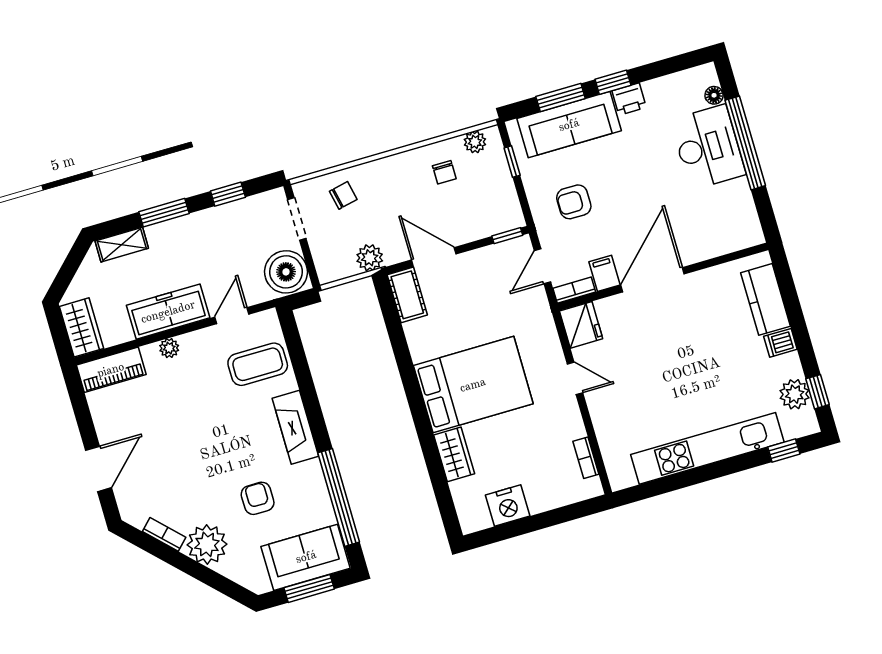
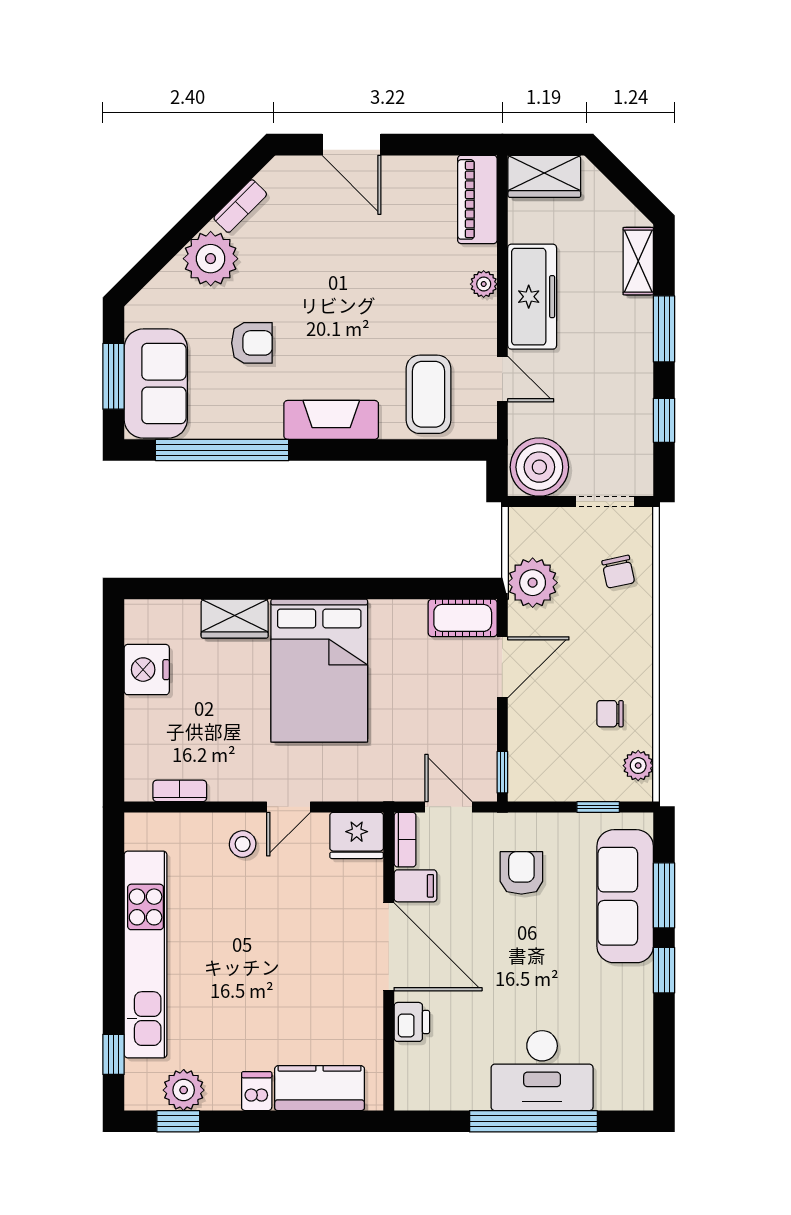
floor lamp: (714, 95) -> (608, 1098), removed
printer: (629, 99) -> (412, 1022), moved, turned 180
plant: (370, 258) -> (533, 583), width x1.36, depth x1.36
stool: (610, 403) -> (243, 844), added

